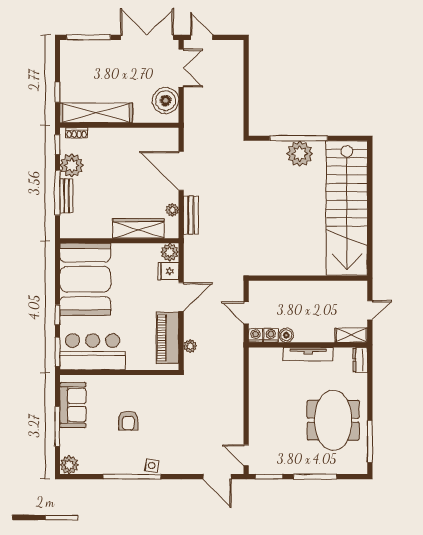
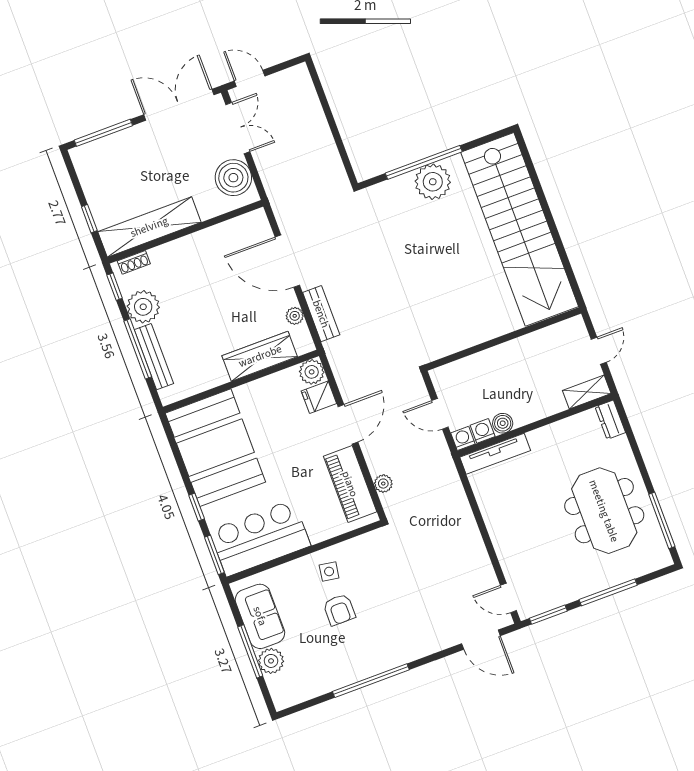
bench: (66, 196) -> (154, 357), width x1.36
tv unit: (308, 354) -> (495, 454), moved
plant: (69, 465) -> (271, 661), moved
side table: (152, 466) -> (329, 571), moved

